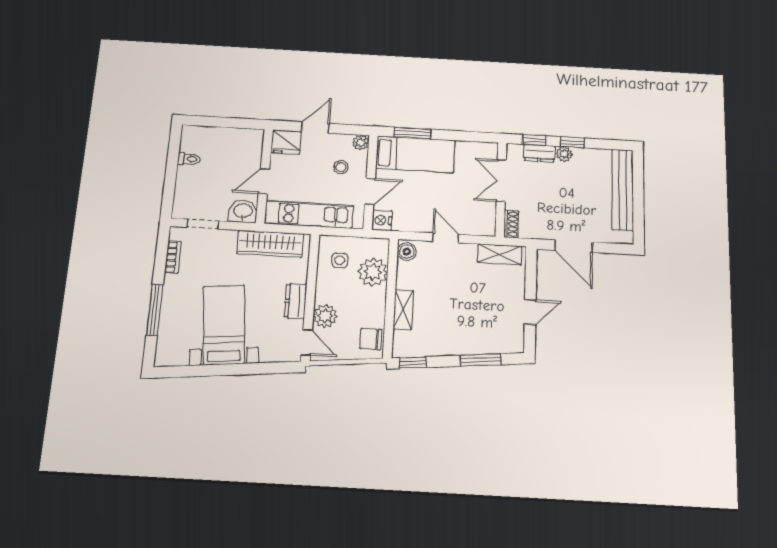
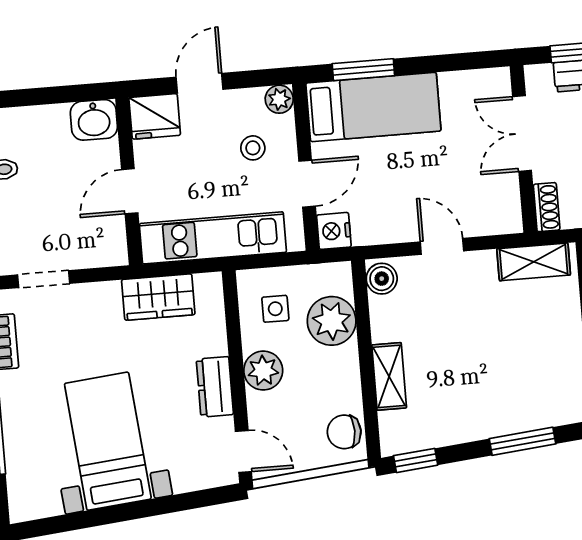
washbasin: (243, 211) -> (94, 120), moved, turned 180
wardrobe: (270, 244) -> (158, 297), width x0.67
plant: (325, 316) -> (263, 371), moved

